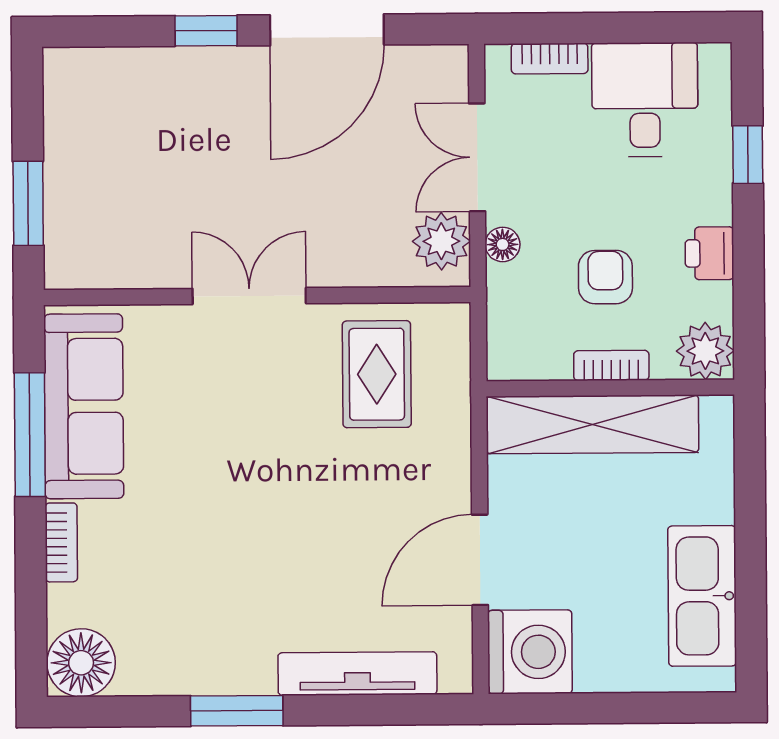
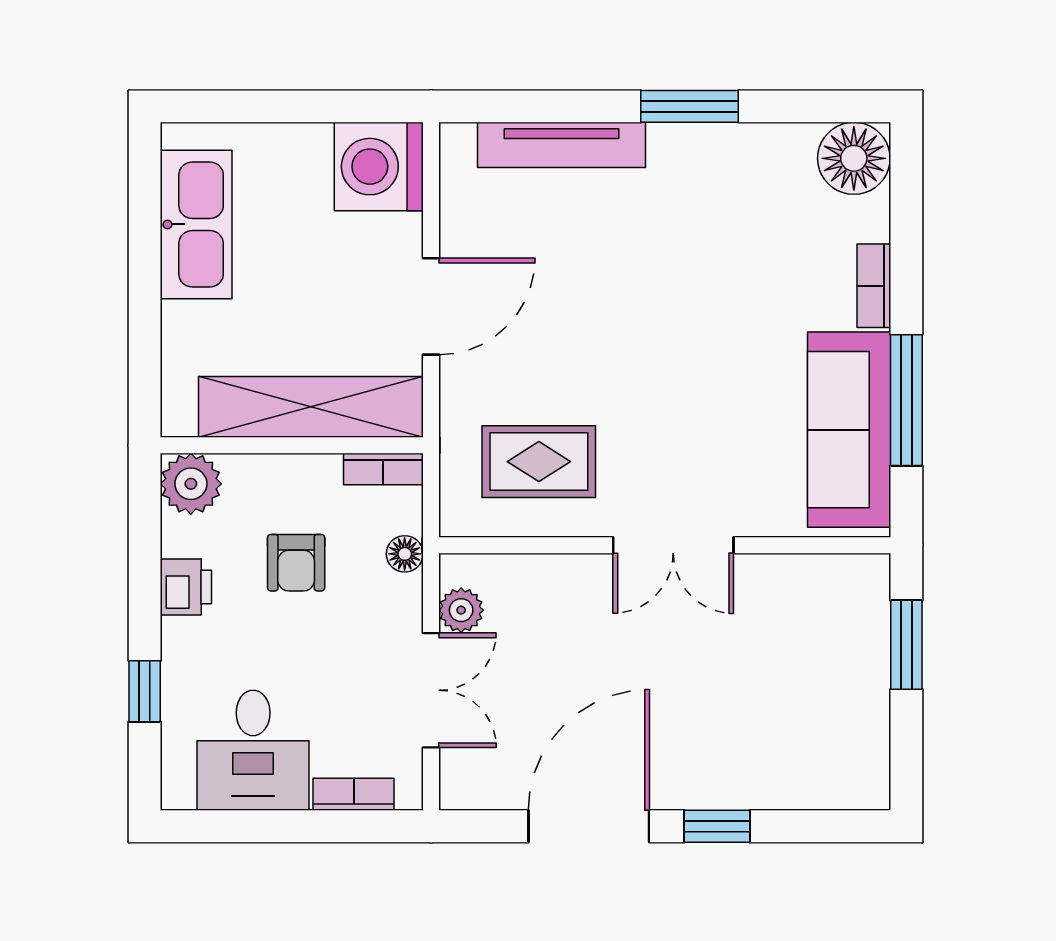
plant: (441, 241) -> (461, 610), width x0.73, depth x0.73
floor lamp: (503, 244) -> (405, 554), moved
bookcase: (611, 365) -> (383, 469), moved
rug: (377, 374) -> (539, 462), turned 90
door: (480, 560) -> (431, 306), moved

